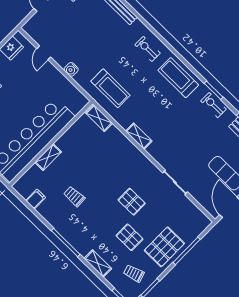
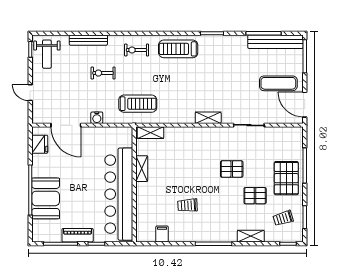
door: (44, 53) -> (66, 125), width x1.87
exercise bike: (213, 105) -> (103, 73), moved
shelving: (139, 136) -> (208, 118), moved
shelving: (48, 157) -> (142, 169), moved

